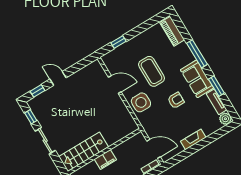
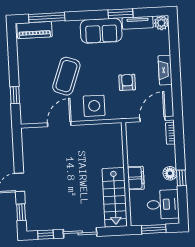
window: (197, 54) -> (47, 18), moved
coffee table: (152, 71) -> (66, 76), turned -70
armchair: (176, 100) -> (127, 82), moved

